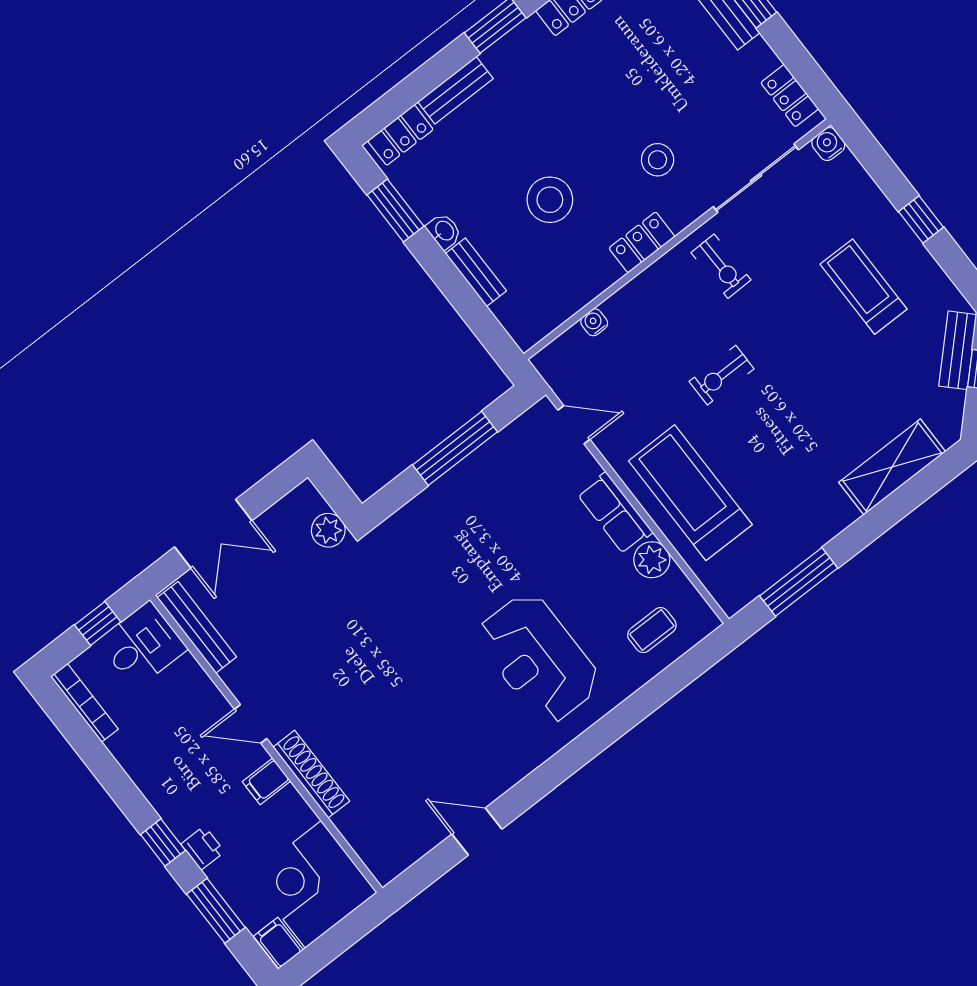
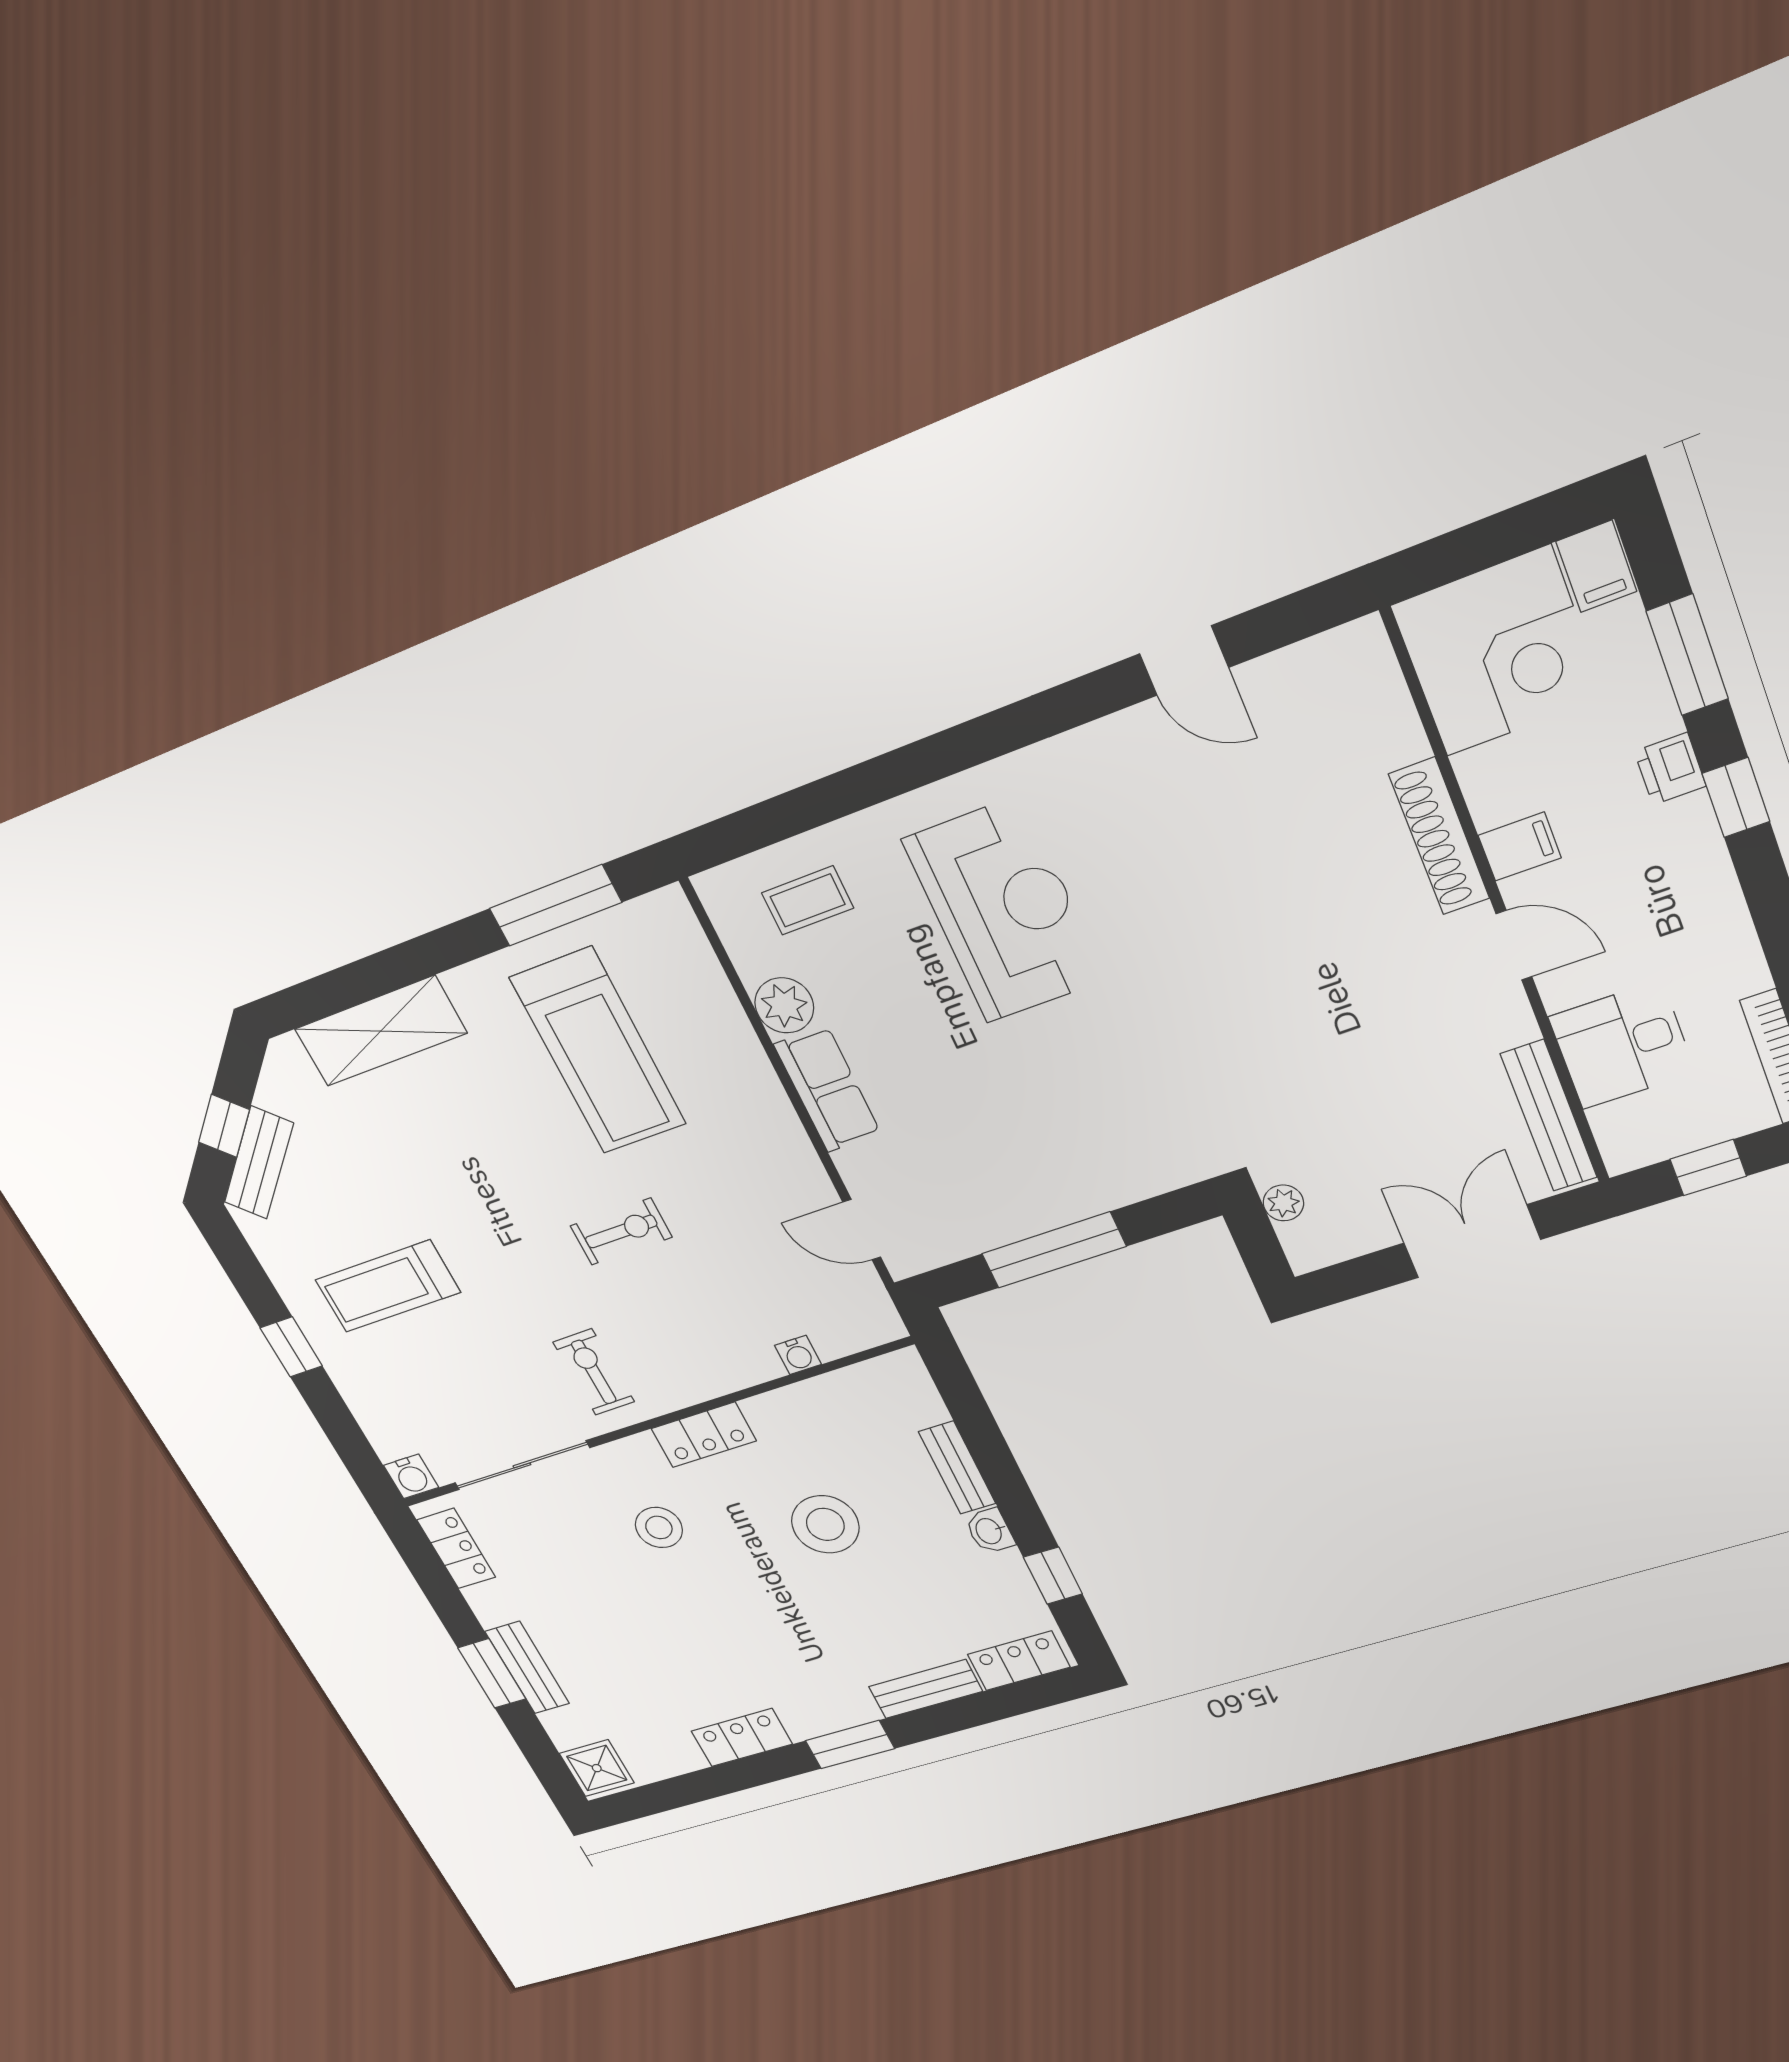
window: (395, 210) -> (1053, 1576), width x0.67
treadmill: (864, 287) -> (388, 1286), turned 90
treadmill: (690, 493) -> (598, 1051), moved
plant: (328, 530) -> (1283, 1203), width x0.73, depth x0.73
desk: (142, 645) -> (1622, 1045), moved

